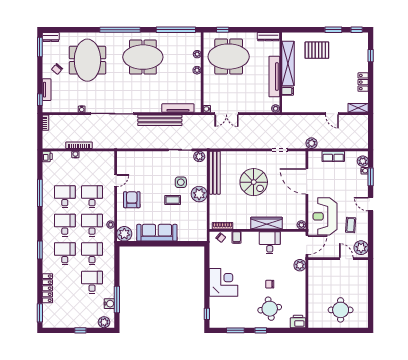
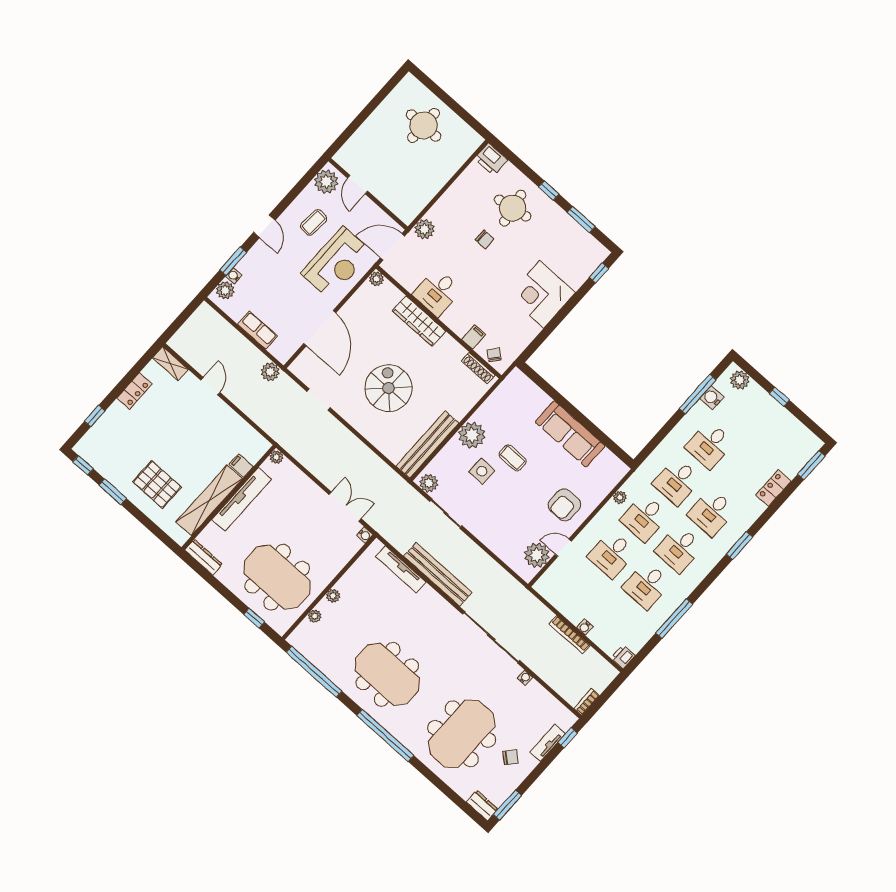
plant: (124, 234) -> (537, 555), moved
locker: (47, 288) -> (773, 488), width x0.66

